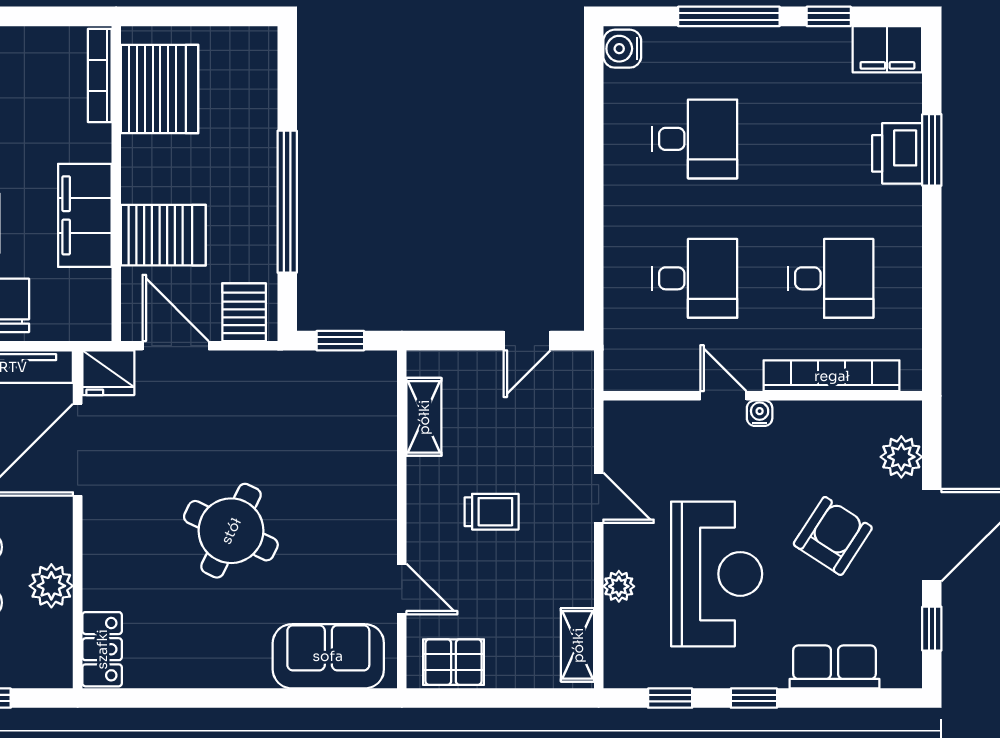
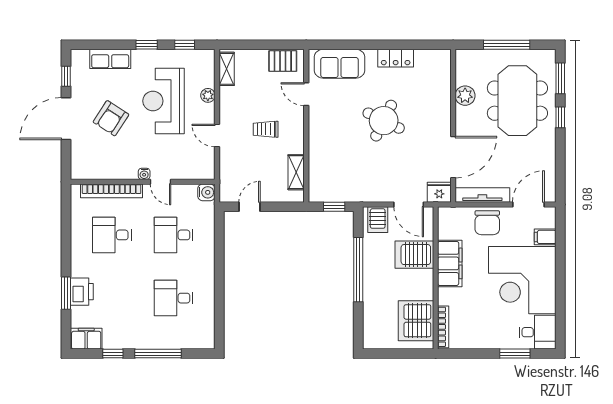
water cooler: (622, 49) -> (206, 192), moved
plant: (901, 457) -> (80, 154), removed
locker: (102, 649) -> (396, 58), moved, turned -90

